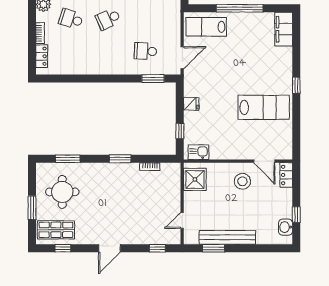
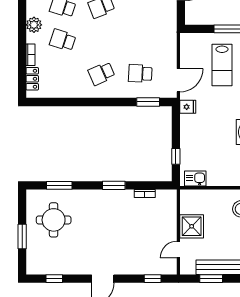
school desk: (108, 19) -> (101, 73), moved
lab bench: (206, 27) -> (222, 65), moved, turned -90
fridge: (191, 104) -> (188, 107), moved
shower: (195, 179) -> (192, 226), moved
shop shelf: (56, 230) -> (47, 259), removed

